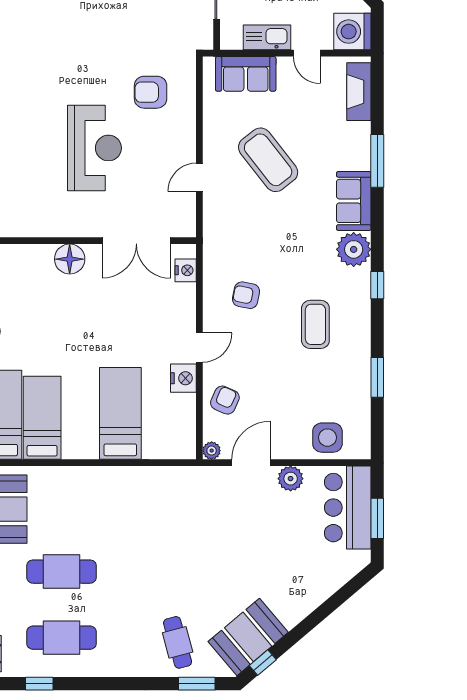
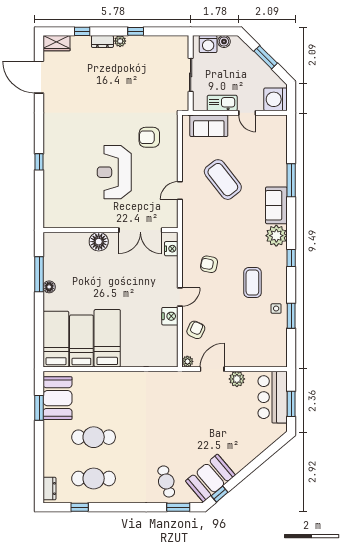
fireplace: (359, 92) -> (280, 137), removed
reception desk: (94, 148) -> (114, 172), turned 180
bed: (120, 413) -> (107, 338), moved
side table: (327, 438) -> (276, 309), moved, width x0.54, depth x0.54

